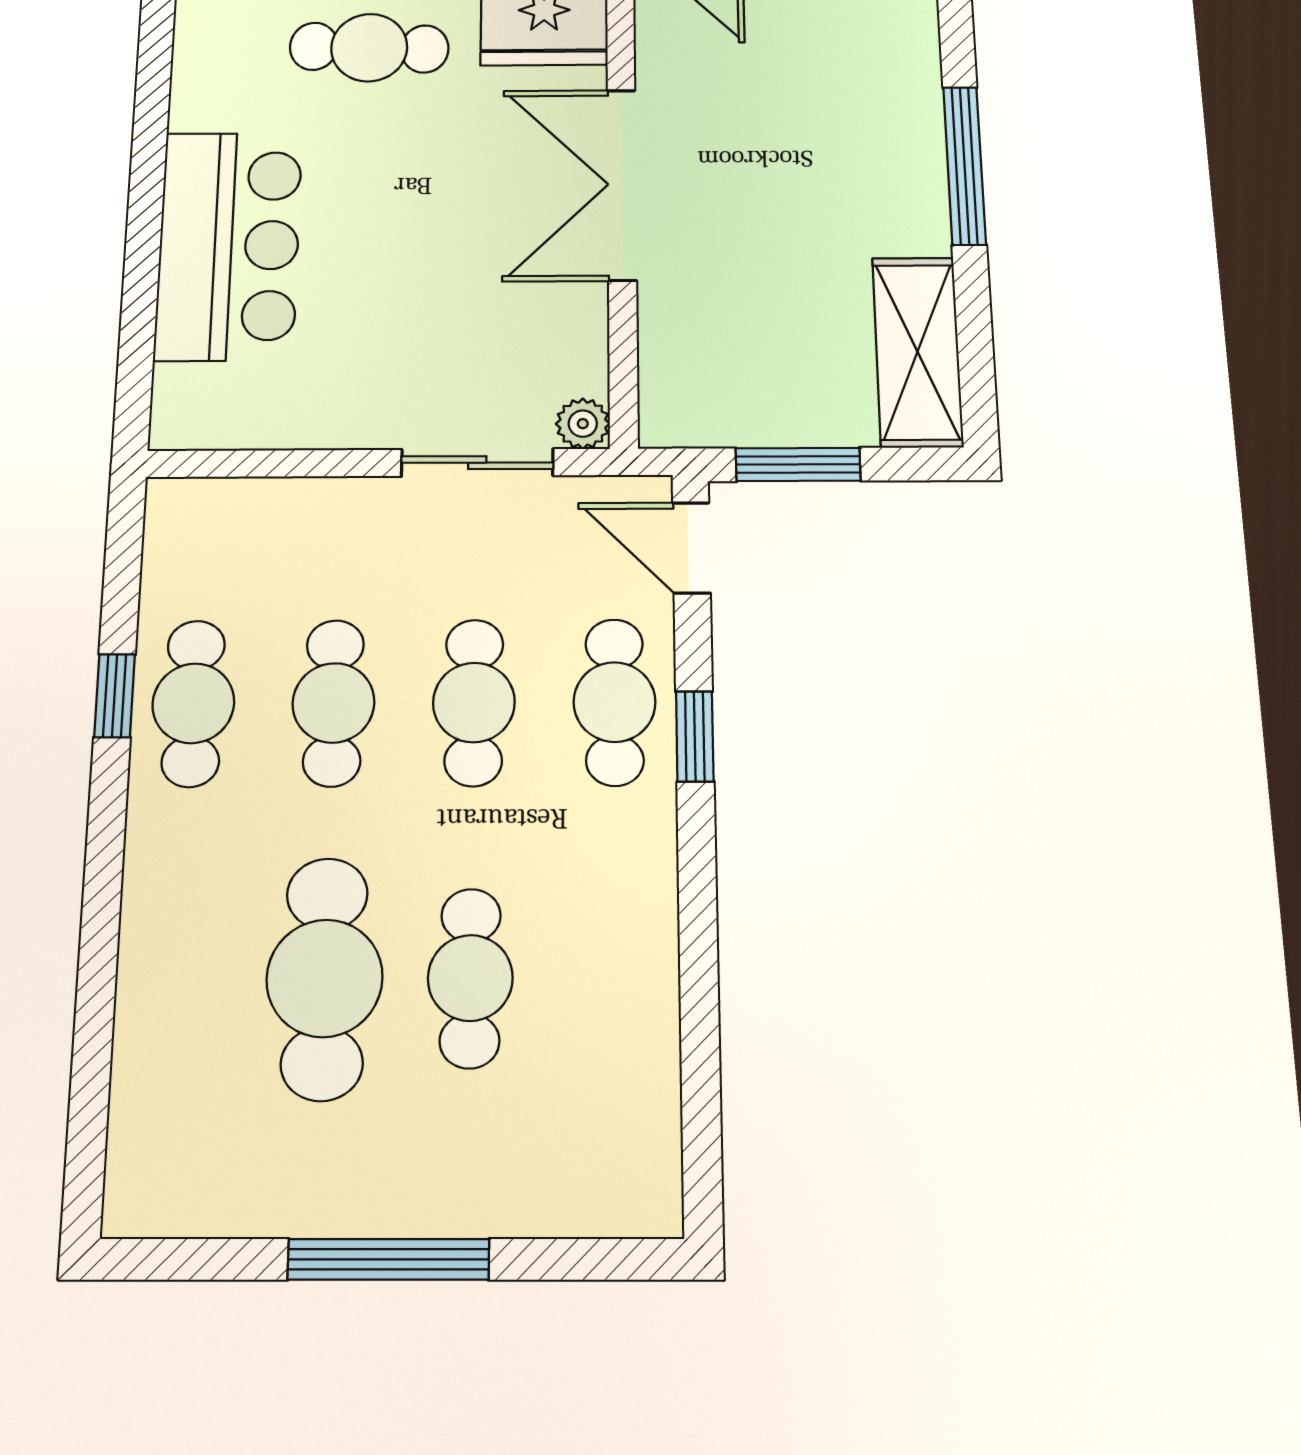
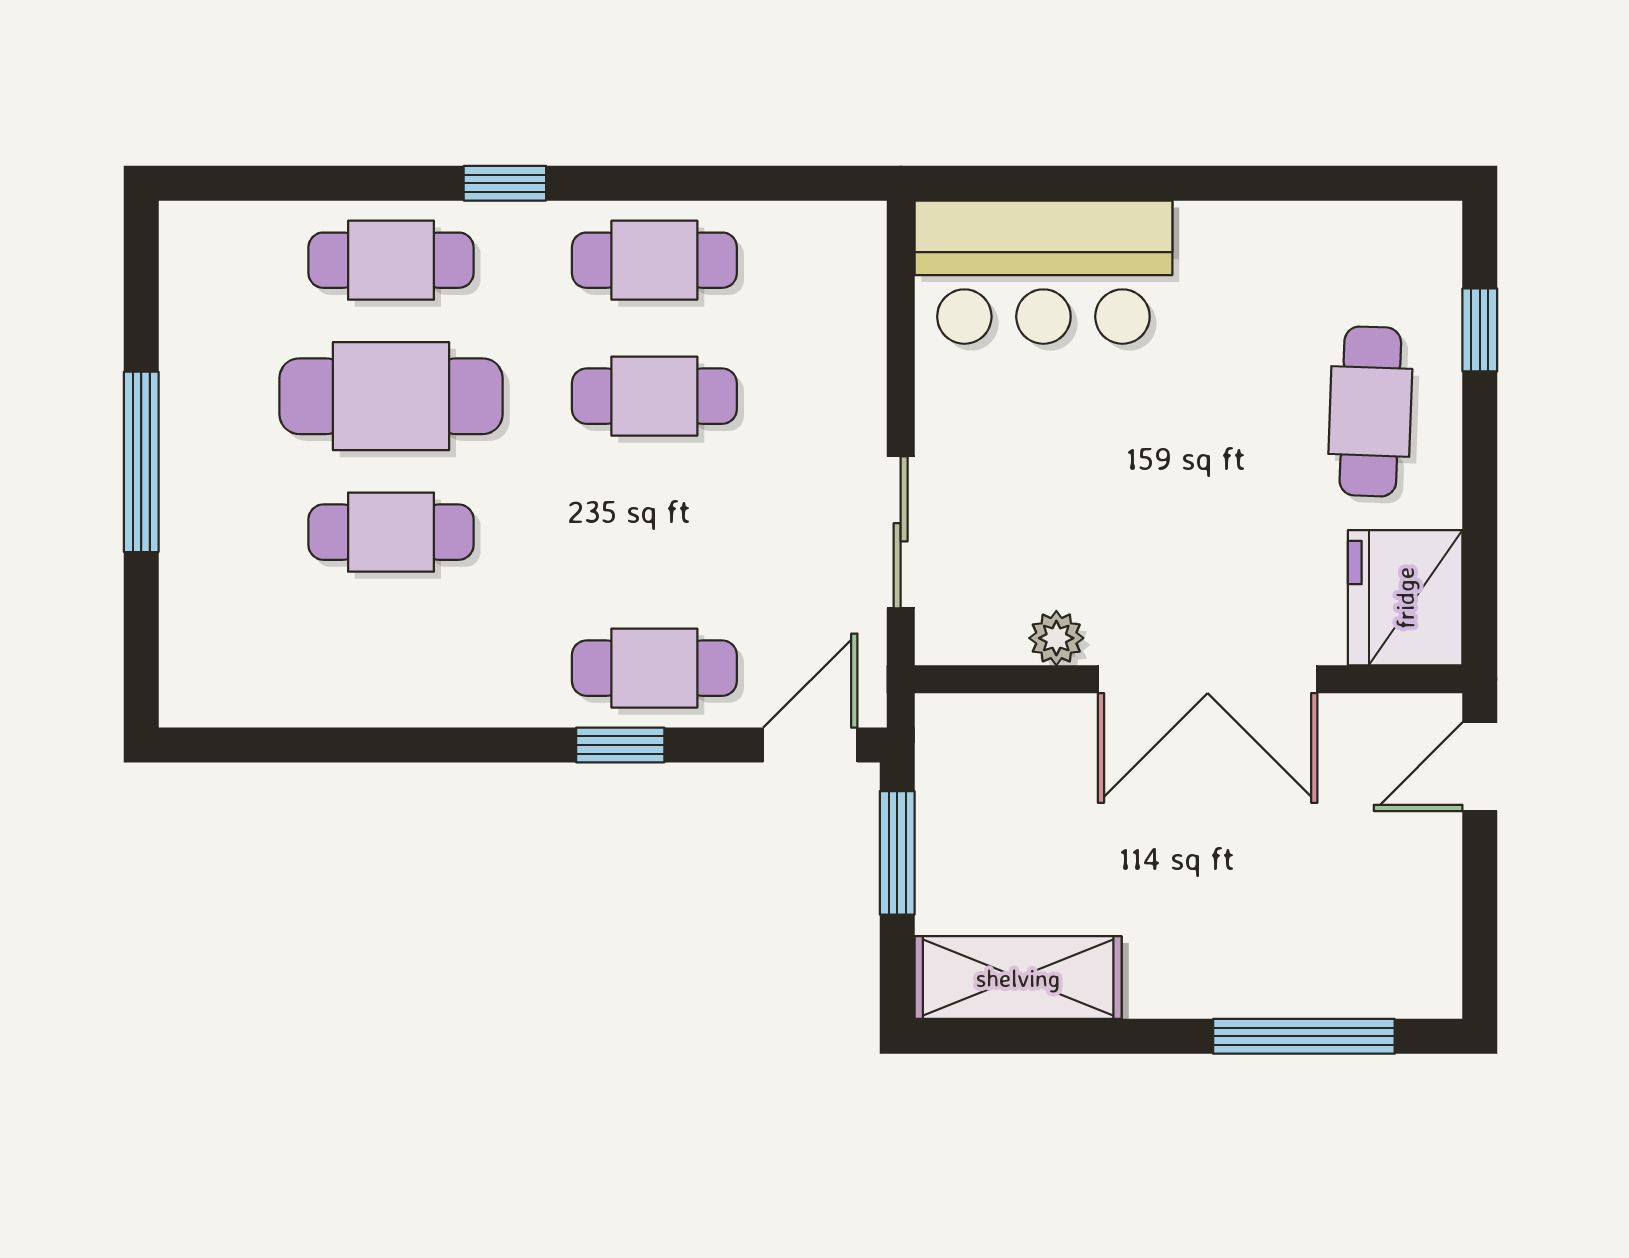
window: (965, 165) -> (1304, 1036), moved
double door: (622, 184) -> (1208, 679), swing flipped
bar counter: (229, 245) -> (1043, 272), moved
plant: (583, 424) -> (1056, 638), moved
window: (115, 696) -> (505, 183), moved
cafe table: (474, 702) -> (391, 260), moved

